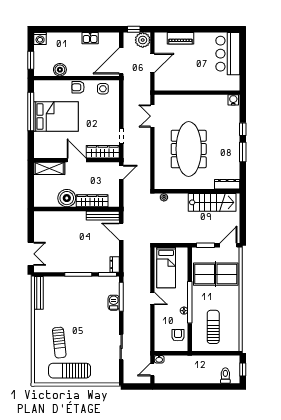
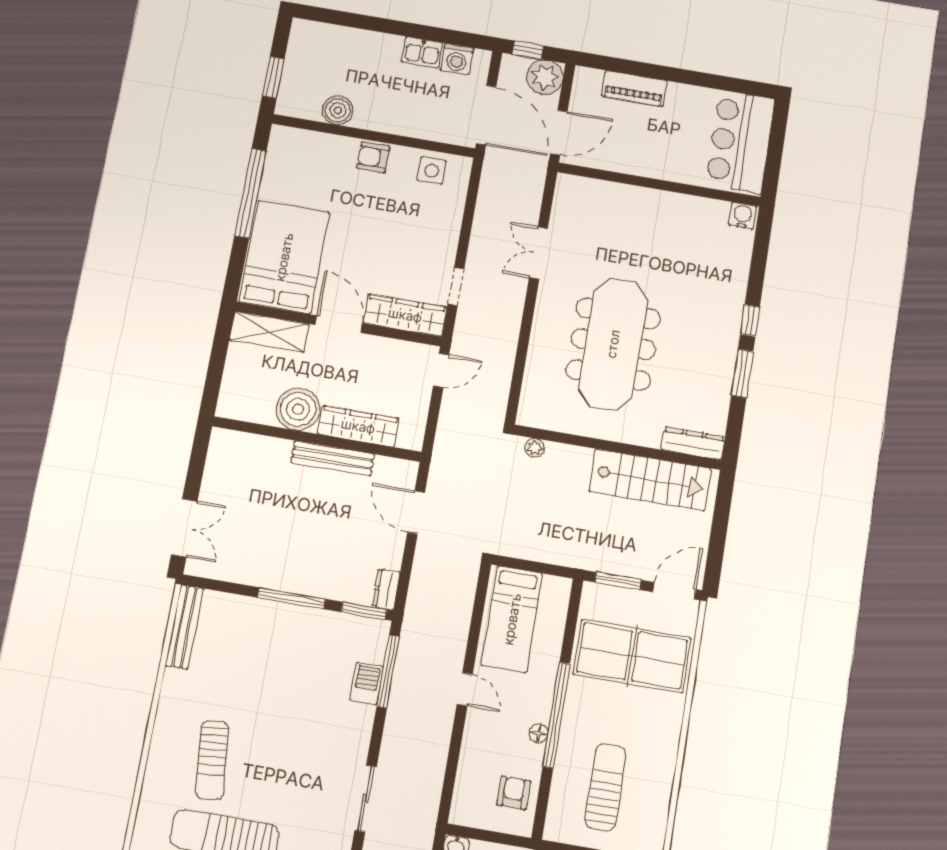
washing machine: (40, 39) -> (457, 59), moved
door: (121, 61) -> (486, 115), swing flipped
wall: (197, 93) -> (659, 185), moved
water cooler: (233, 100) -> (743, 216), moved
bed: (56, 117) -> (284, 257), moved, turned -90
bench: (103, 216) -> (333, 458), moved

